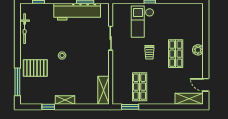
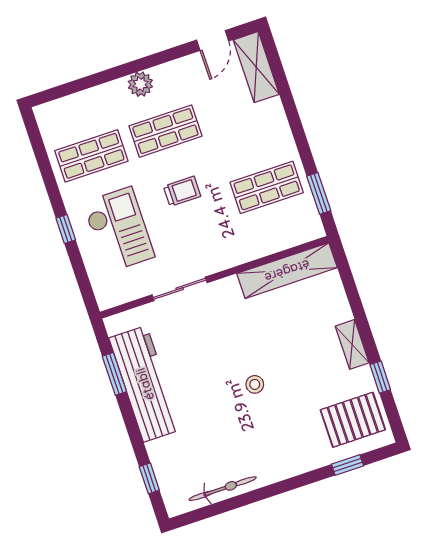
shop shelf: (176, 21) -> (91, 156), added
checkout: (142, 22) -> (119, 230), turned -90
pallet: (35, 68) -> (353, 420), moved, turned 90
window: (17, 82) -> (347, 465), width x0.46
shelving: (103, 90) -> (287, 271), width x1.47

